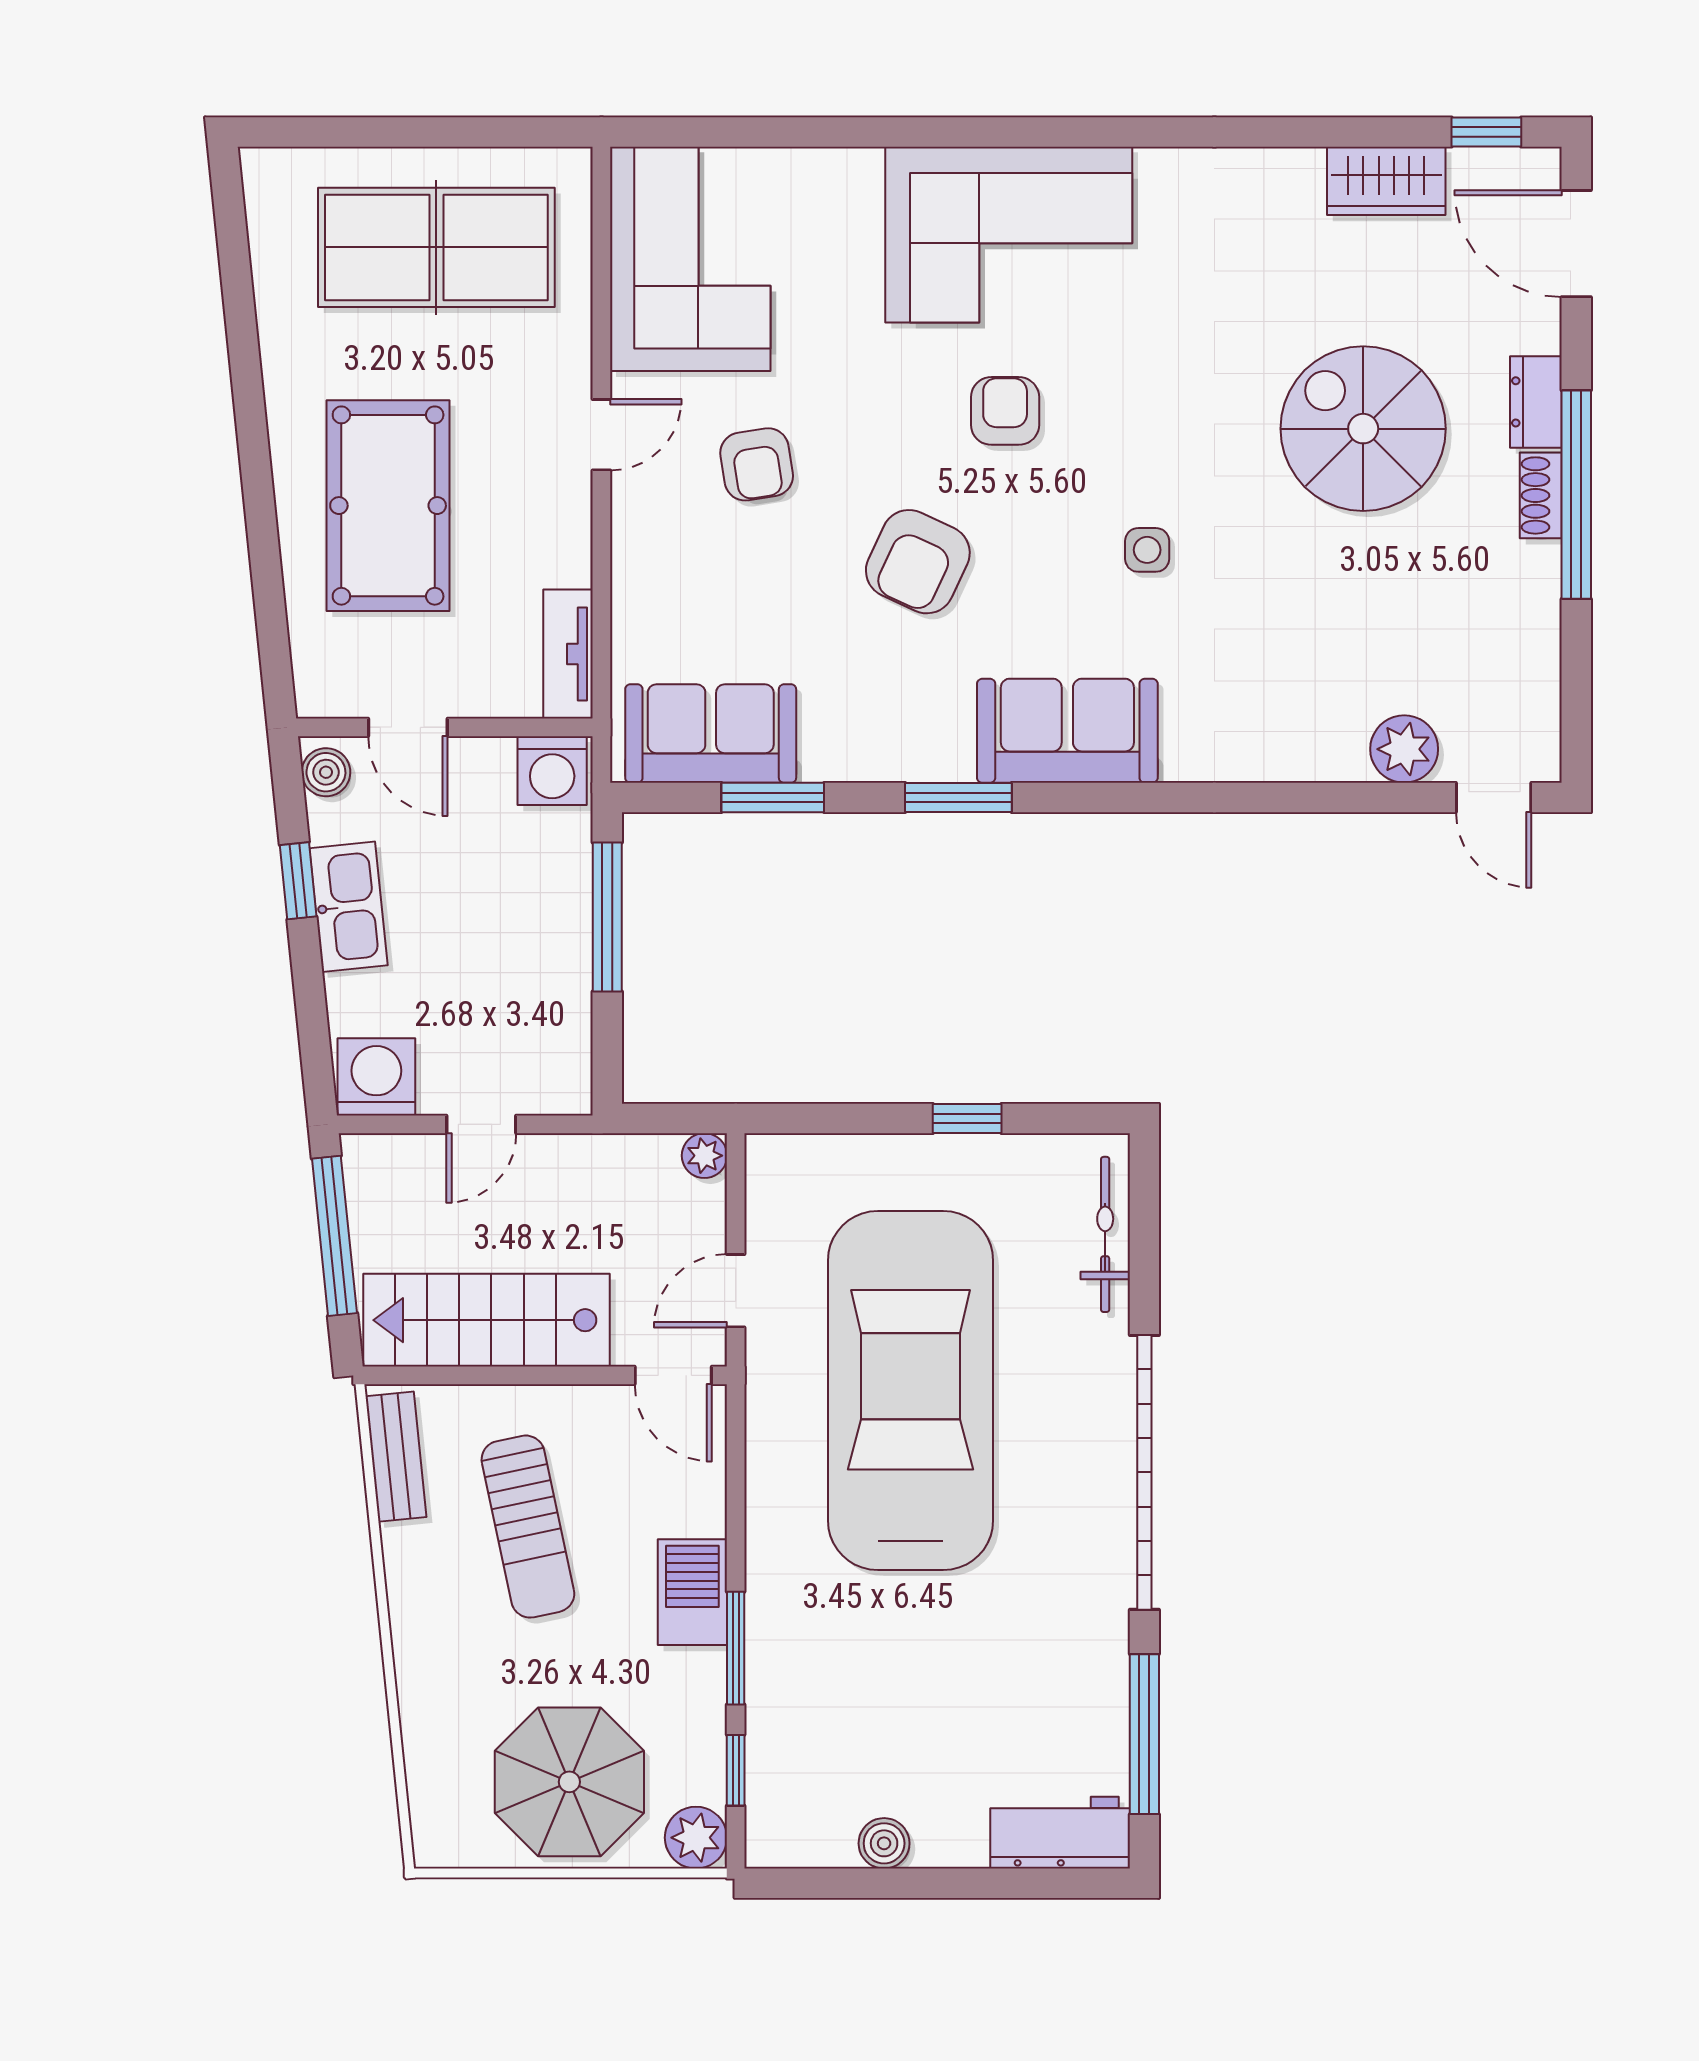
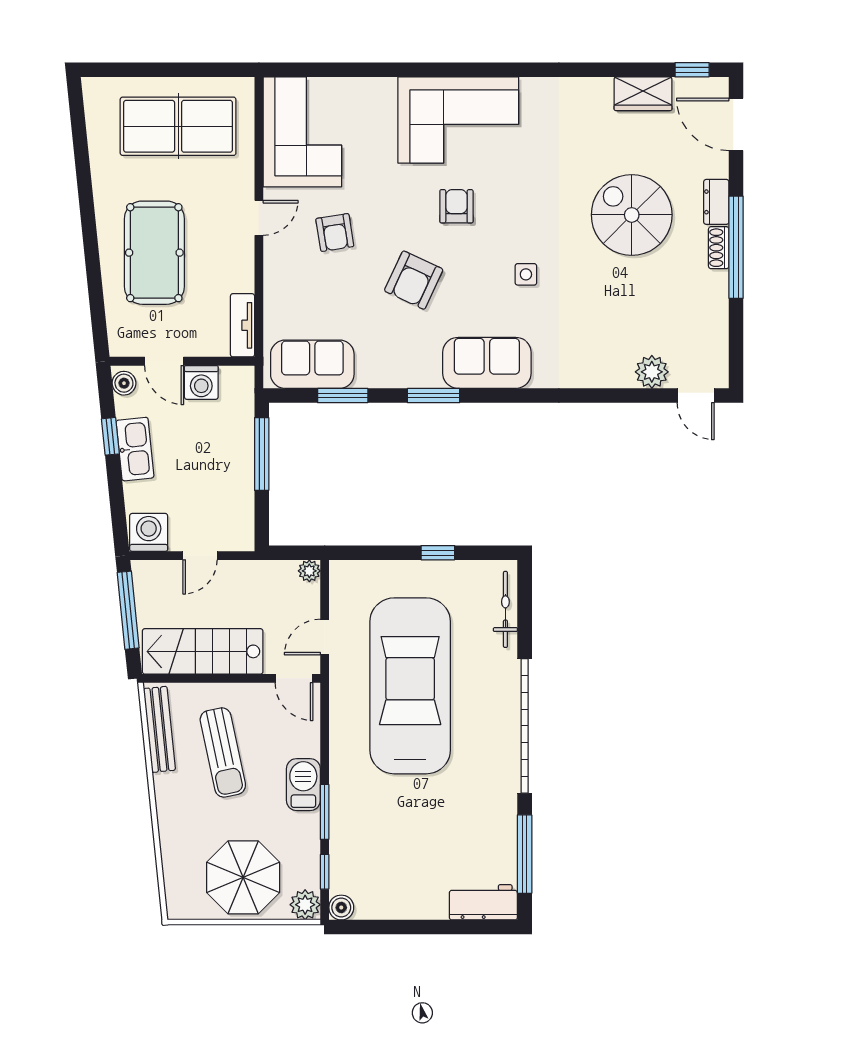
washing machine: (552, 771) -> (201, 382), moved
bench: (396, 1457) -> (159, 729), width x1.36
boiler: (884, 1843) -> (341, 908), moved

